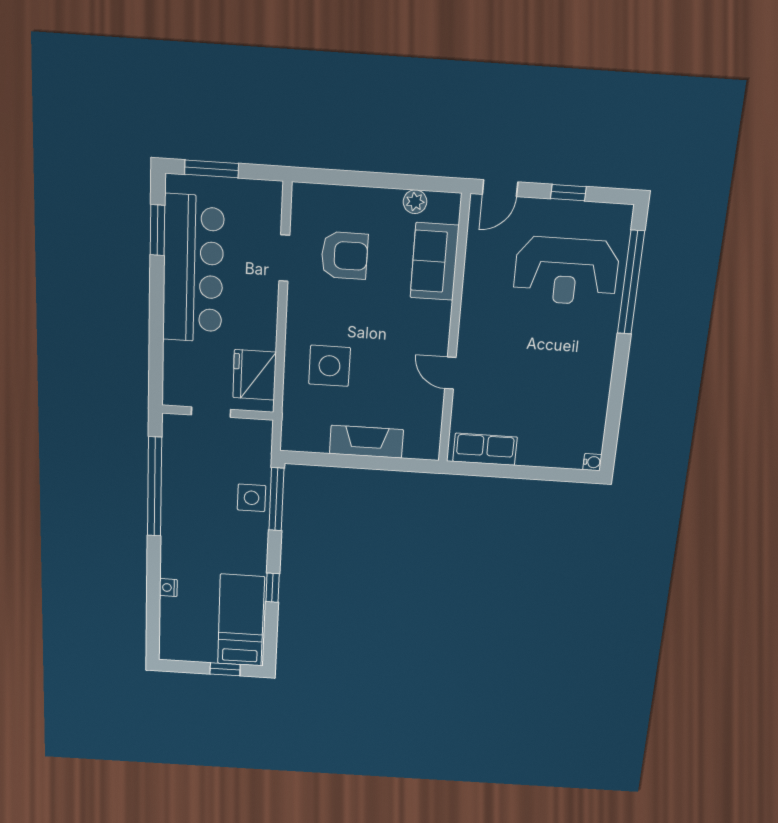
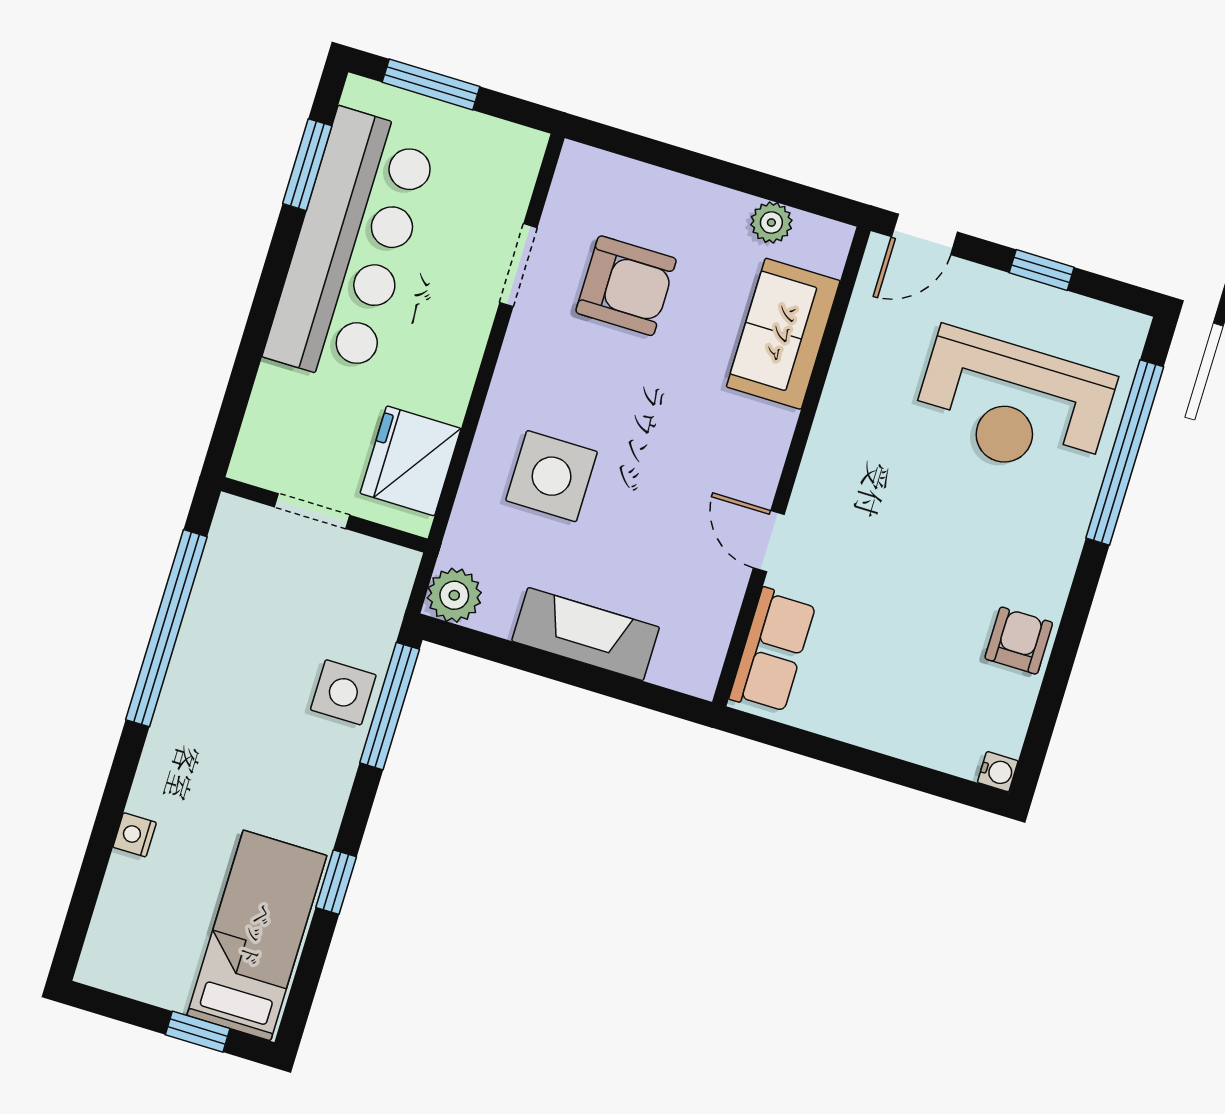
armchair: (591, 394) -> (1019, 641), added
plant: (295, 438) -> (454, 595), added
row of seats: (485, 449) -> (773, 651), moved, turned 90

